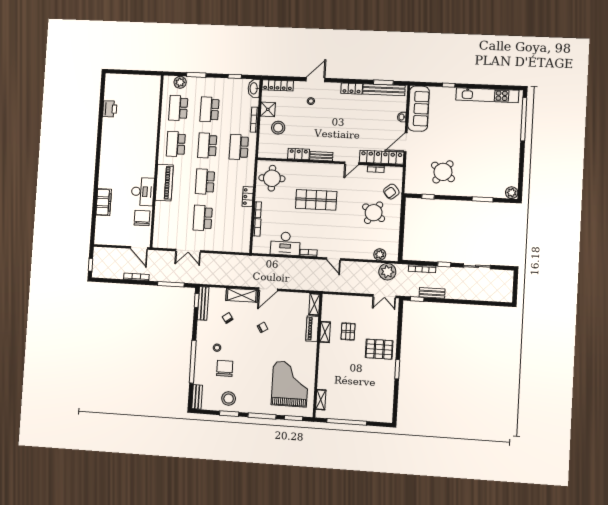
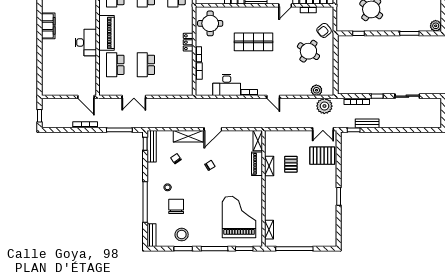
school desk: (205, 182) -> (115, 65), moved
filing cabinet: (104, 202) -> (48, 26), moved
chair: (142, 218) -> (87, 68), removed
pallet: (379, 349) -> (322, 156), moved

